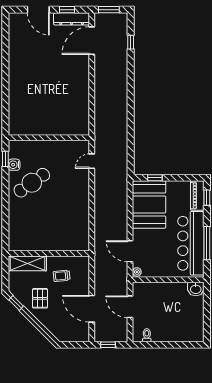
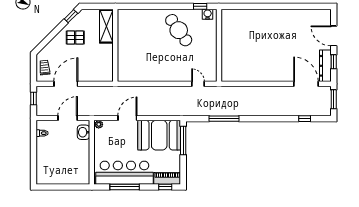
door: (38, 10) -> (334, 36), hinge flipped
window: (131, 132) -> (224, 119), added
water cooler: (14, 165) -> (208, 14), moved
window: (155, 178) -> (183, 140), width x2.17
door: (130, 251) -> (127, 118), moved
trolley: (62, 276) -> (45, 67), moved
washbasin: (196, 289) -> (83, 132), moved

